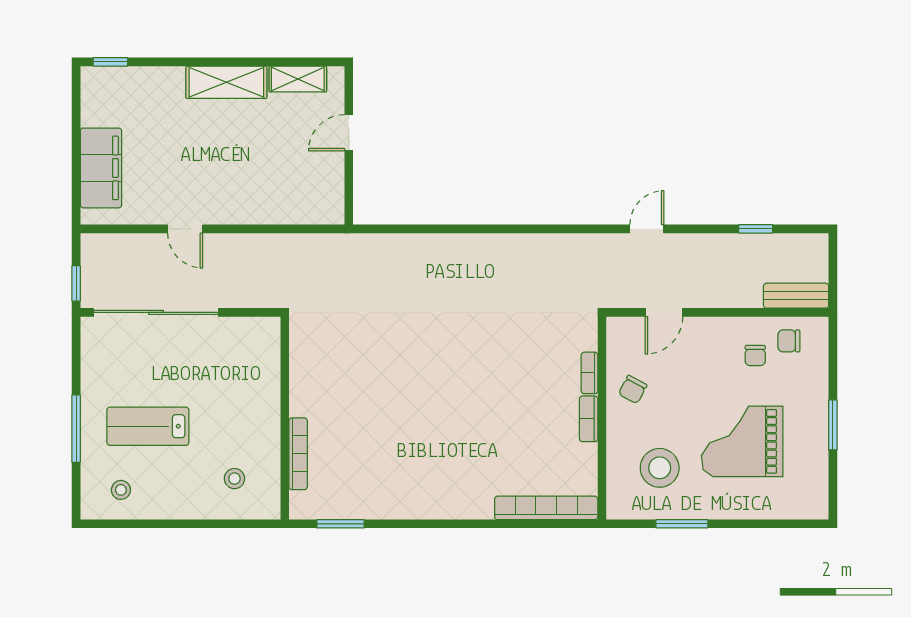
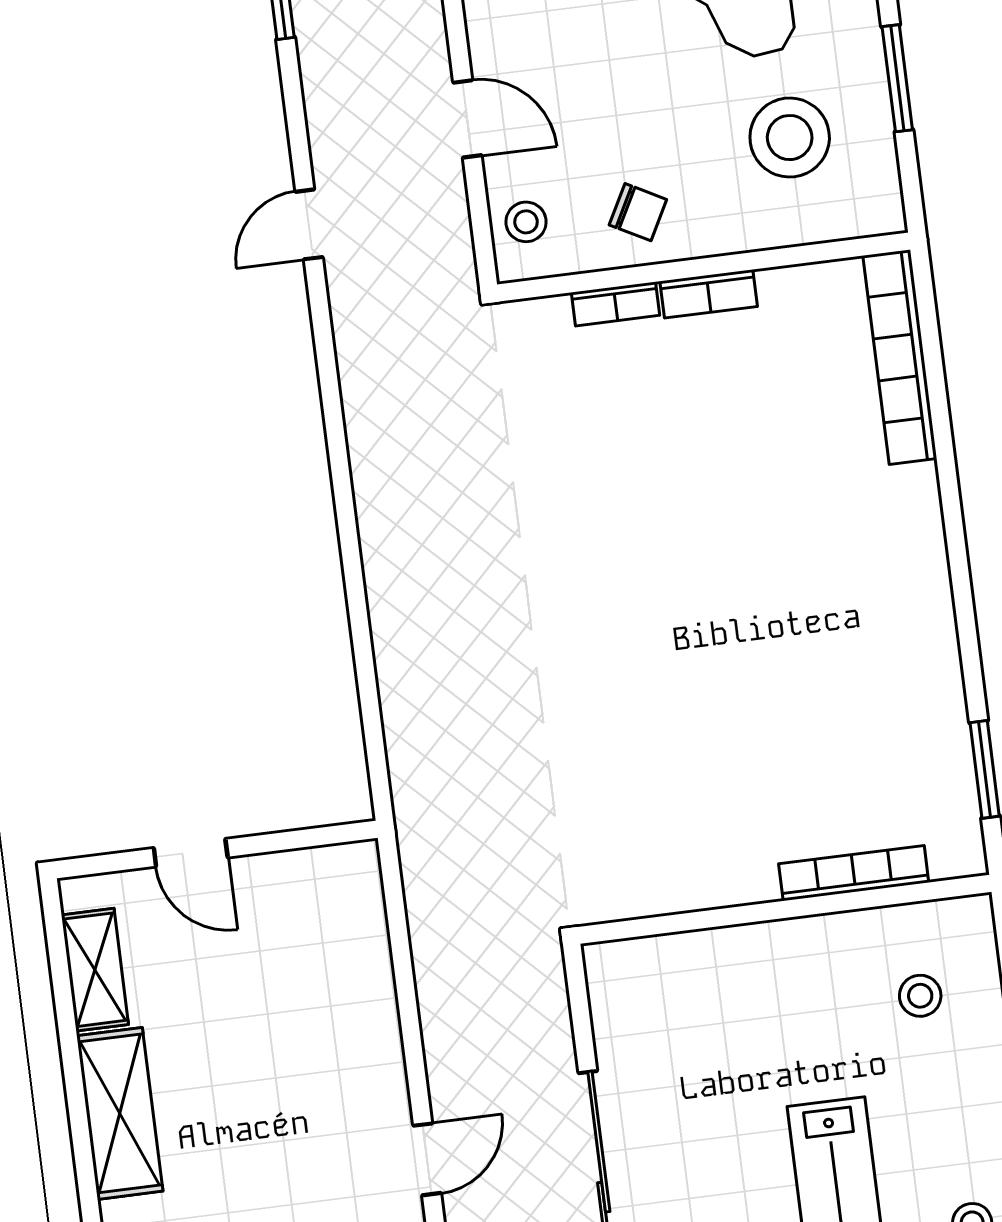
door: (647, 229) -> (309, 224), hinge flipped
door: (664, 312) -> (467, 119), moved
stool: (635, 334) -> (526, 222), added

